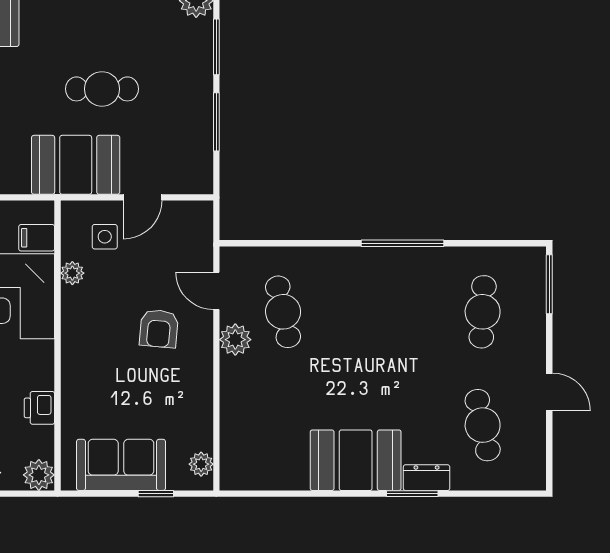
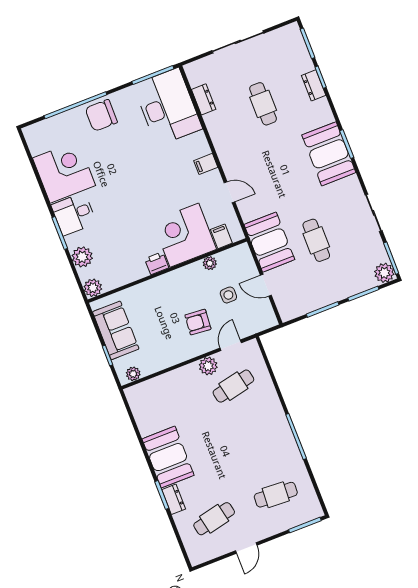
side table: (105, 237) -> (228, 295), moved
printer: (39, 408) -> (157, 263), moved

